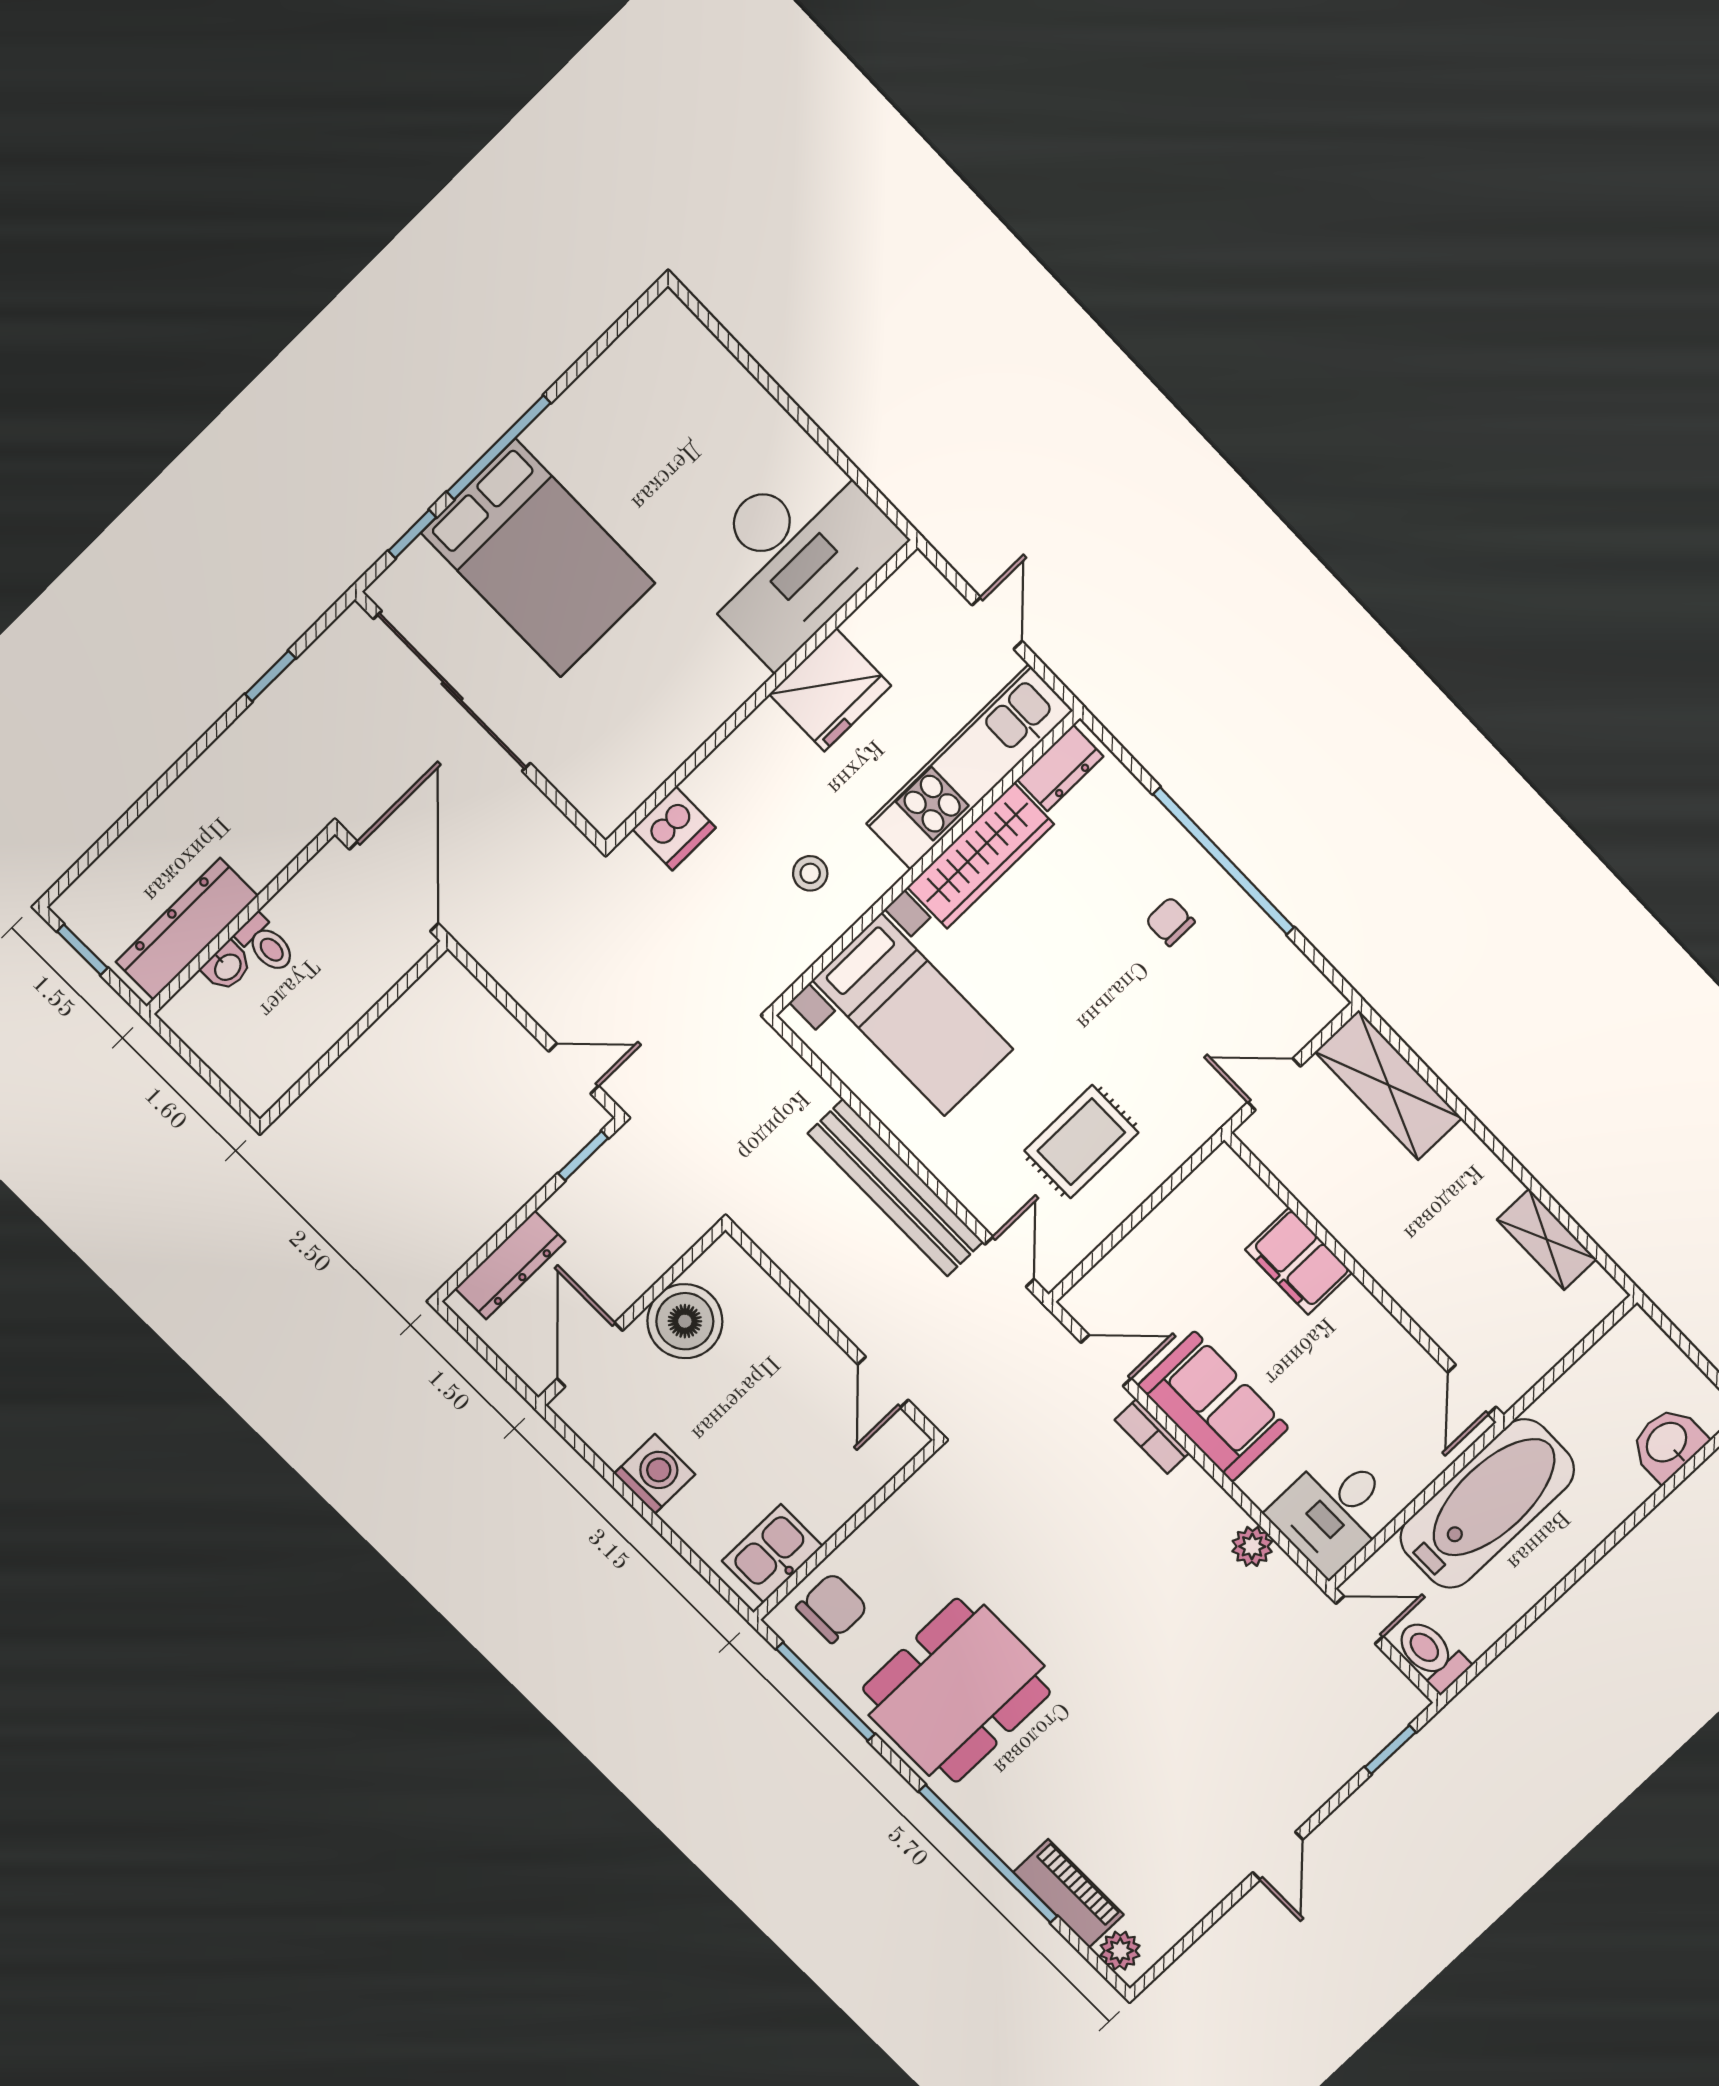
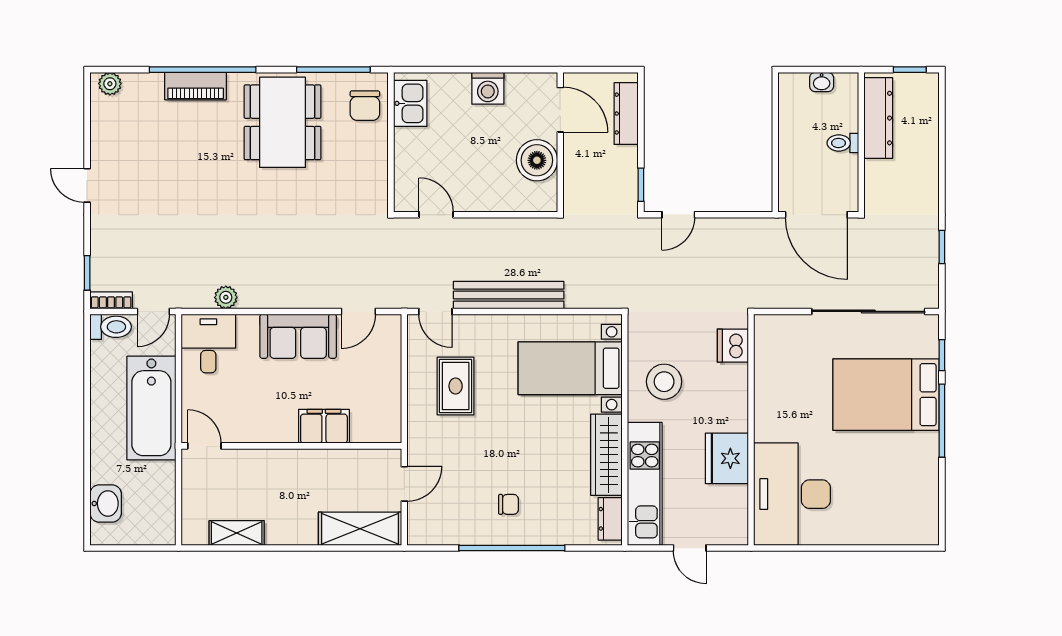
stool: (810, 873) -> (664, 382), width x1.89, depth x1.89
washbasin: (227, 966) -> (822, 82), moved, turned -90
bookcase: (1152, 1436) -> (111, 300), moved
piano: (1068, 1893) -> (196, 86), moved

